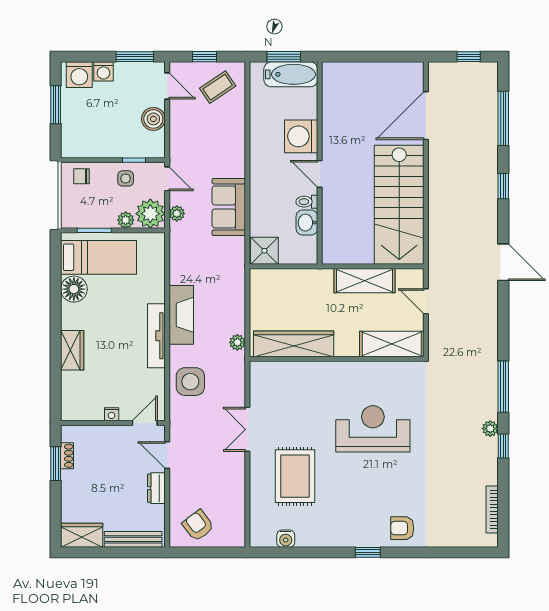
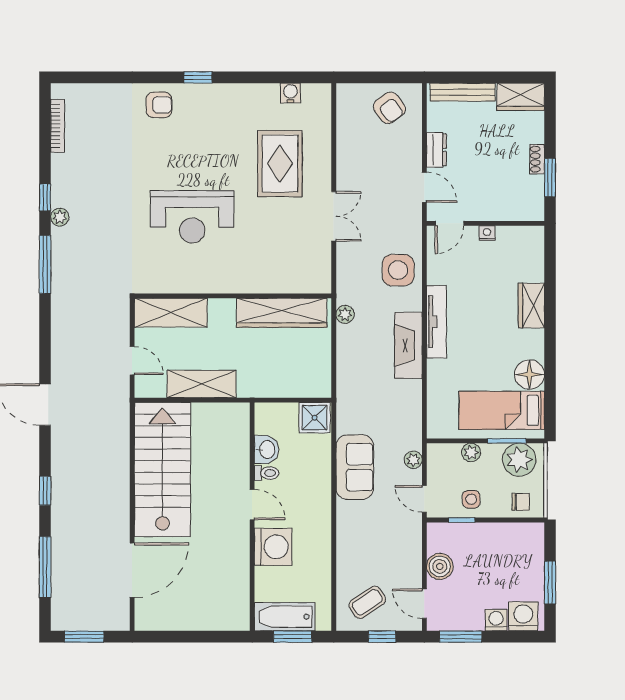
window: (469, 57) -> (84, 637), width x1.50
plant: (150, 214) -> (519, 460), moved
shoe rack: (67, 456) -> (537, 159), moved

